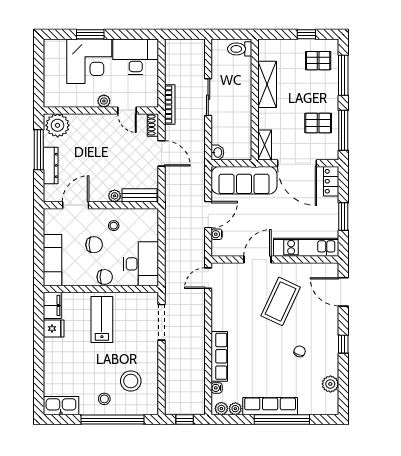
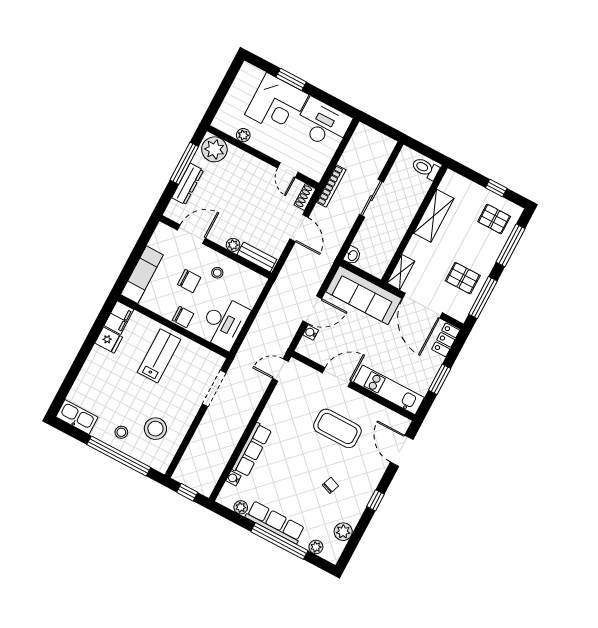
plant: (104, 101) -> (243, 135), moved
coffee table: (281, 301) -> (337, 428), turned 65
plant: (221, 408) -> (316, 547), moved

